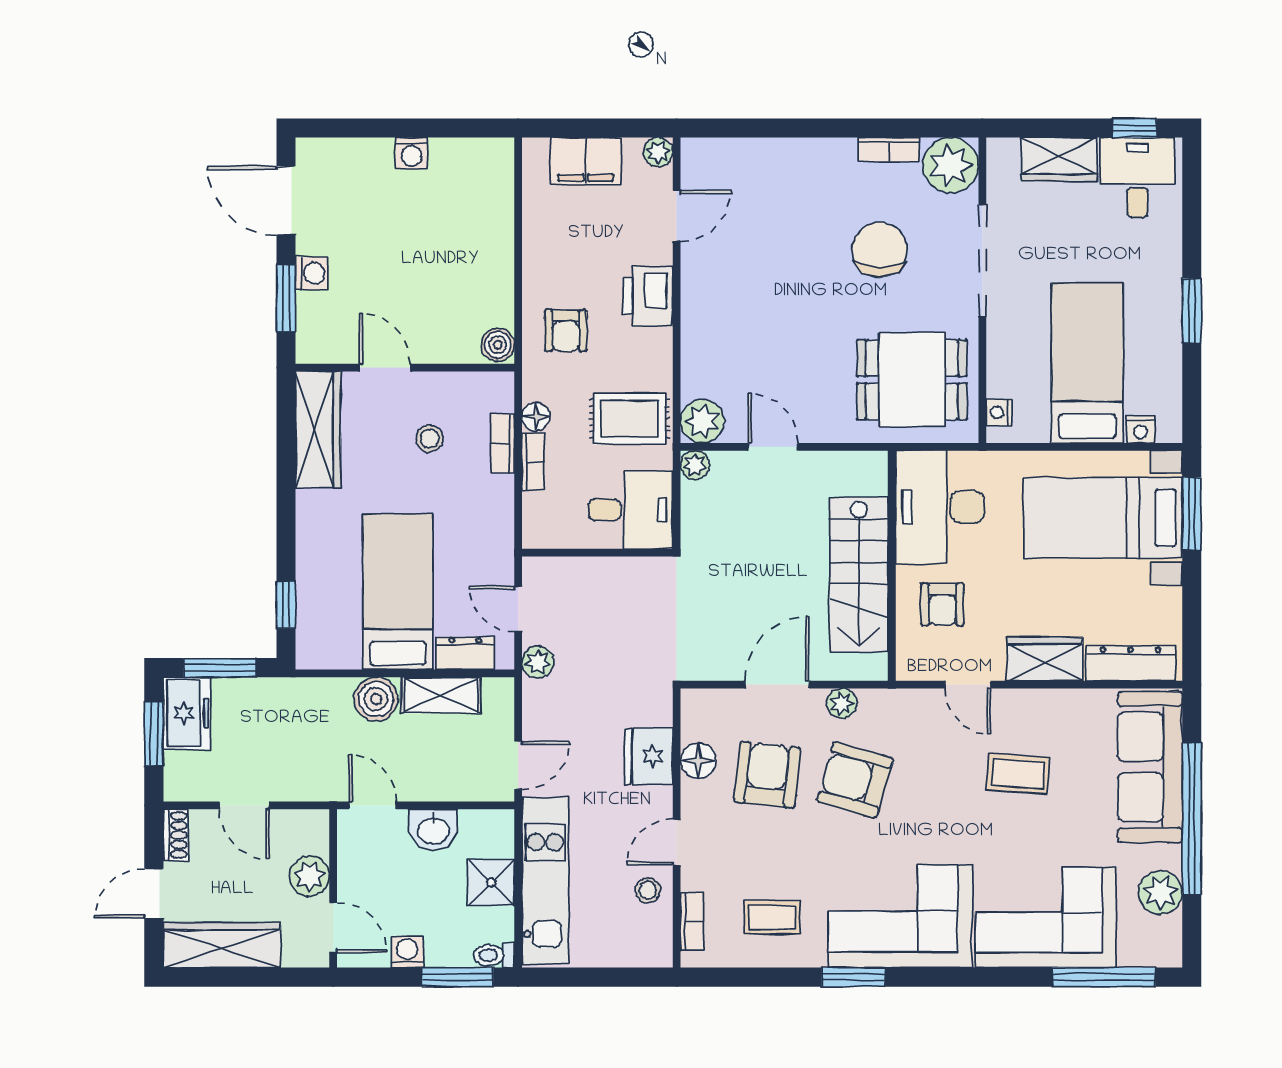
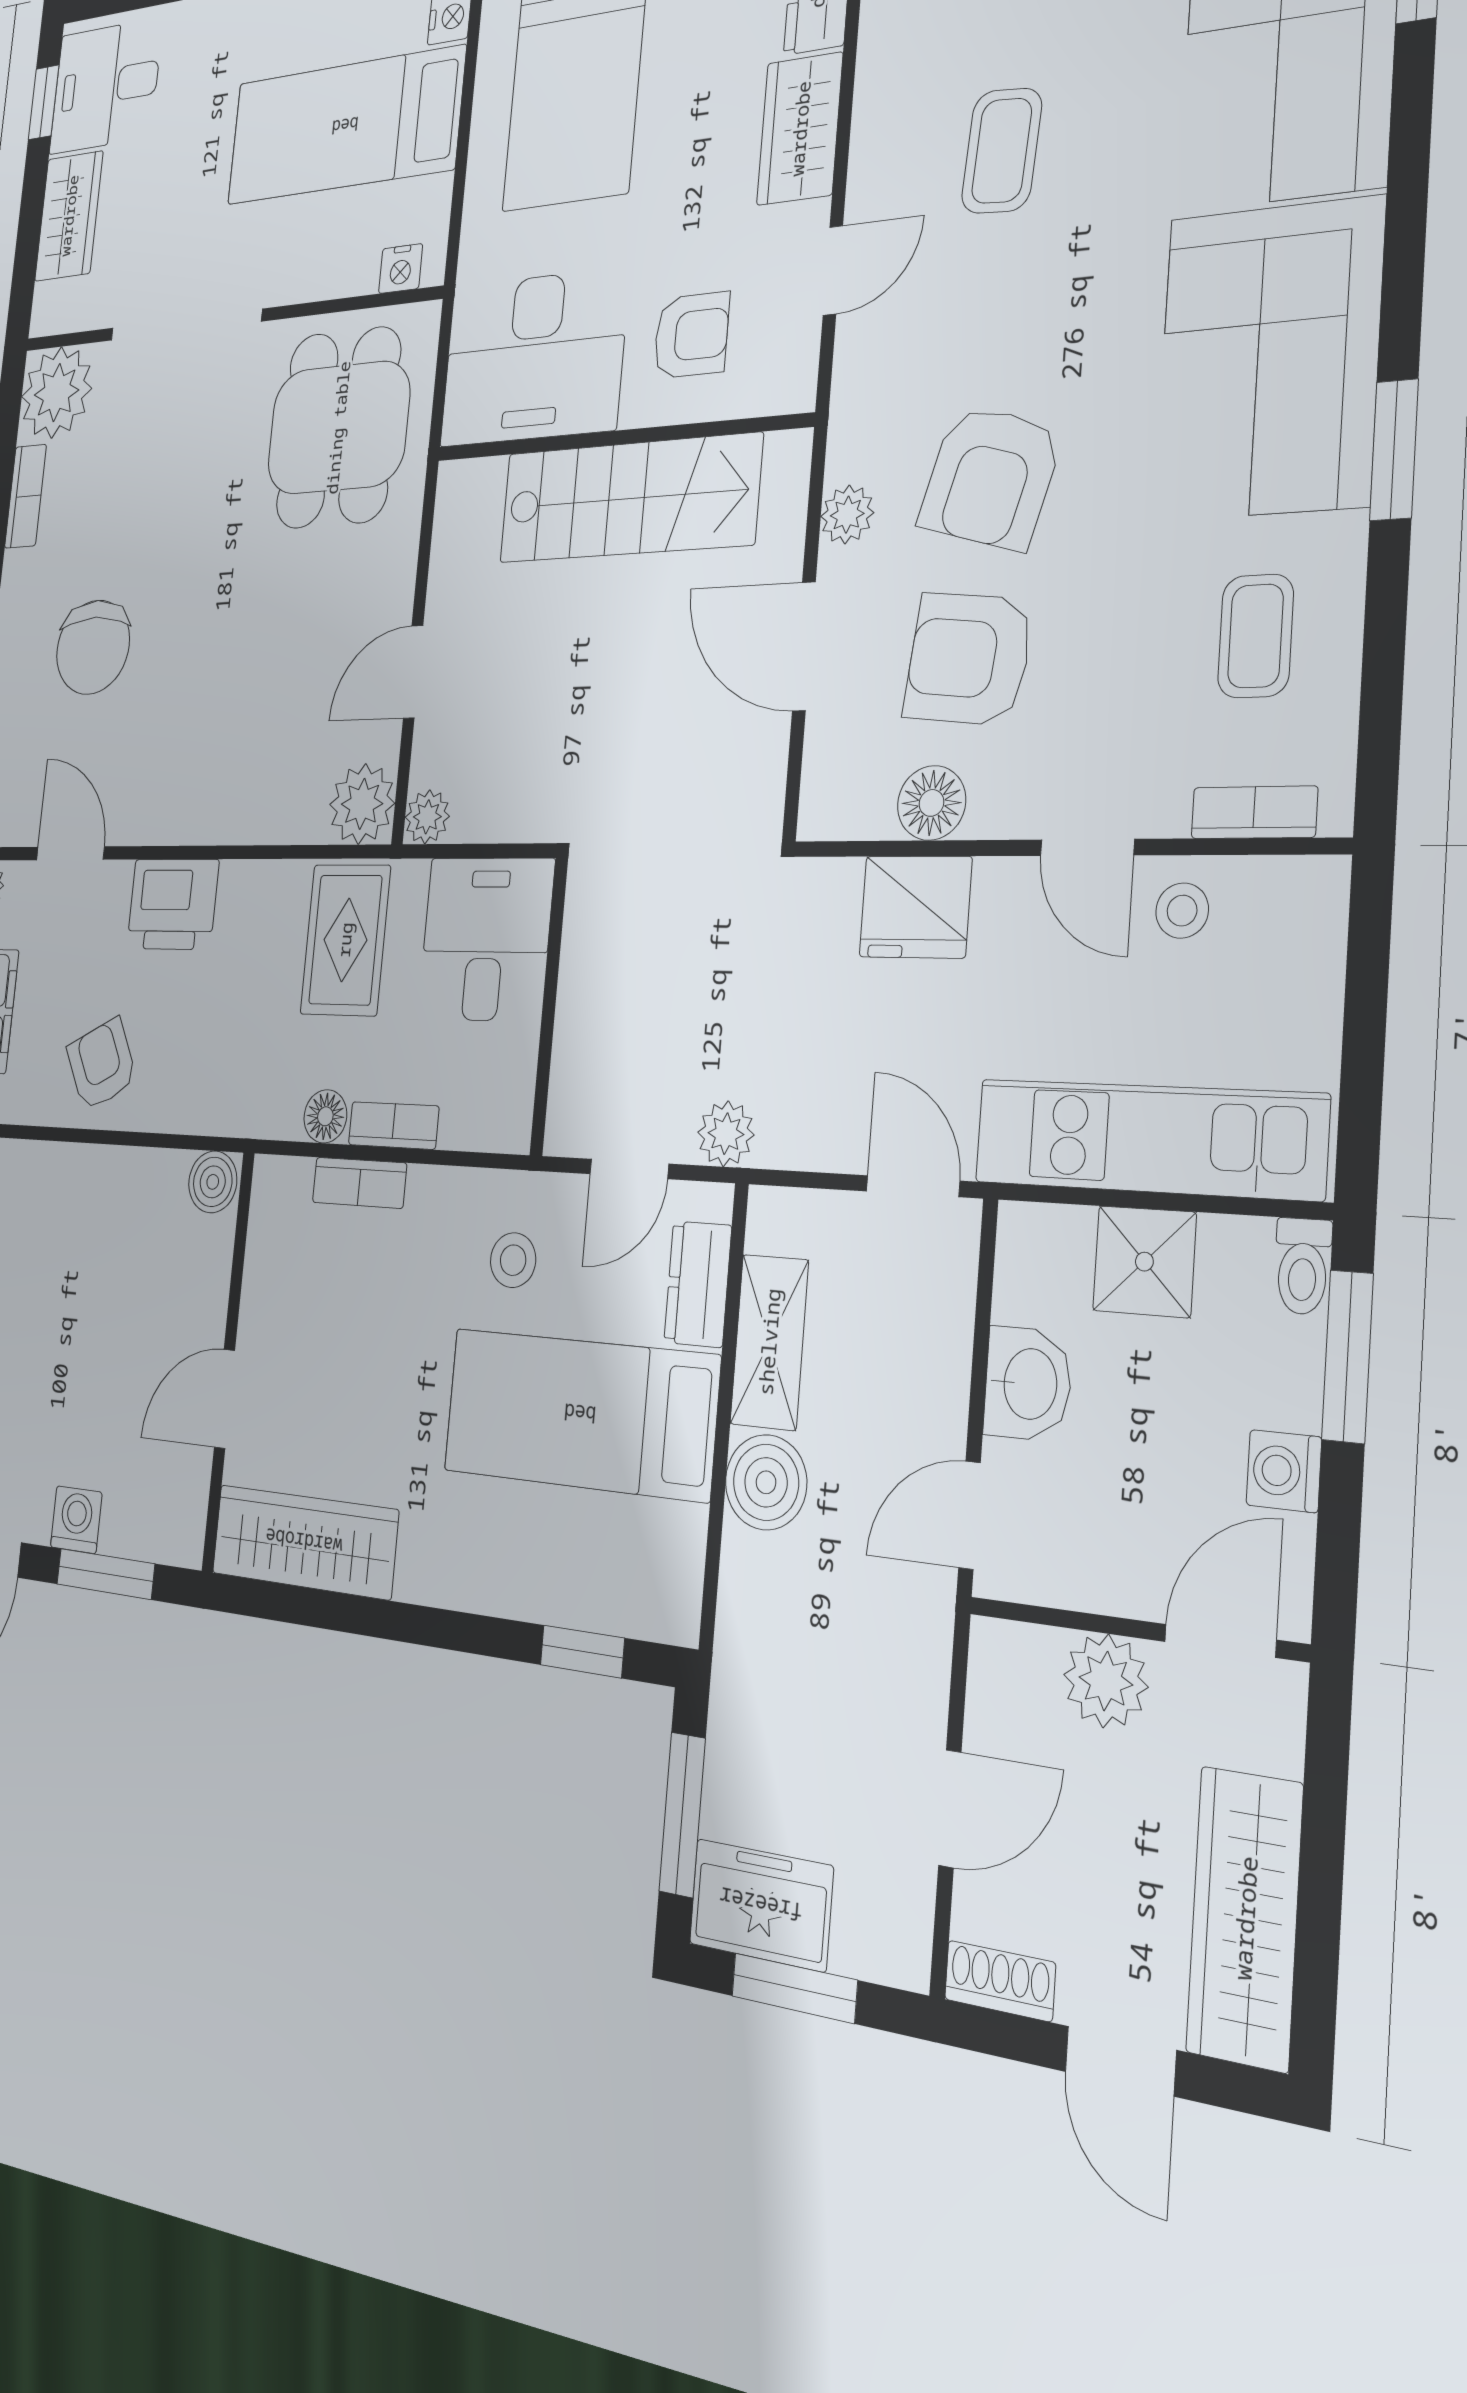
chair: (880, 250) -> (93, 647), moved, turned -90
armchair: (566, 330) -> (102, 1065), moved, turned -117
stool: (430, 439) -> (513, 1260), moved

